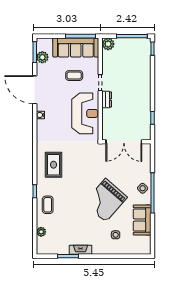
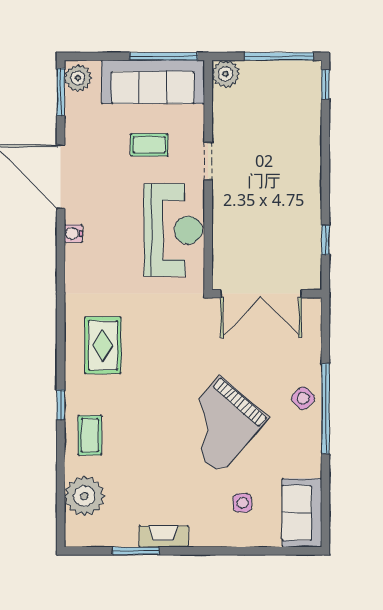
plant: (42, 57) -> (78, 78), moved
dresser: (107, 99) -> (222, 199), removed
sofa: (142, 220) -> (302, 513), moved
plant: (41, 232) -> (84, 496), width x1.87, depth x1.87

